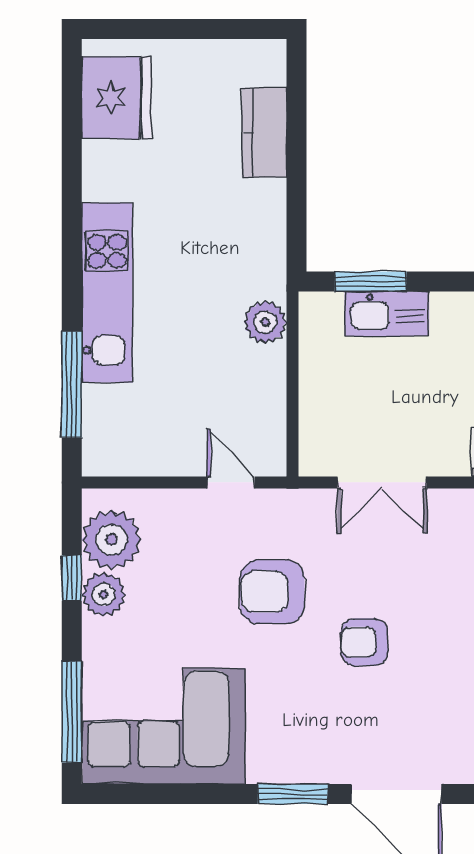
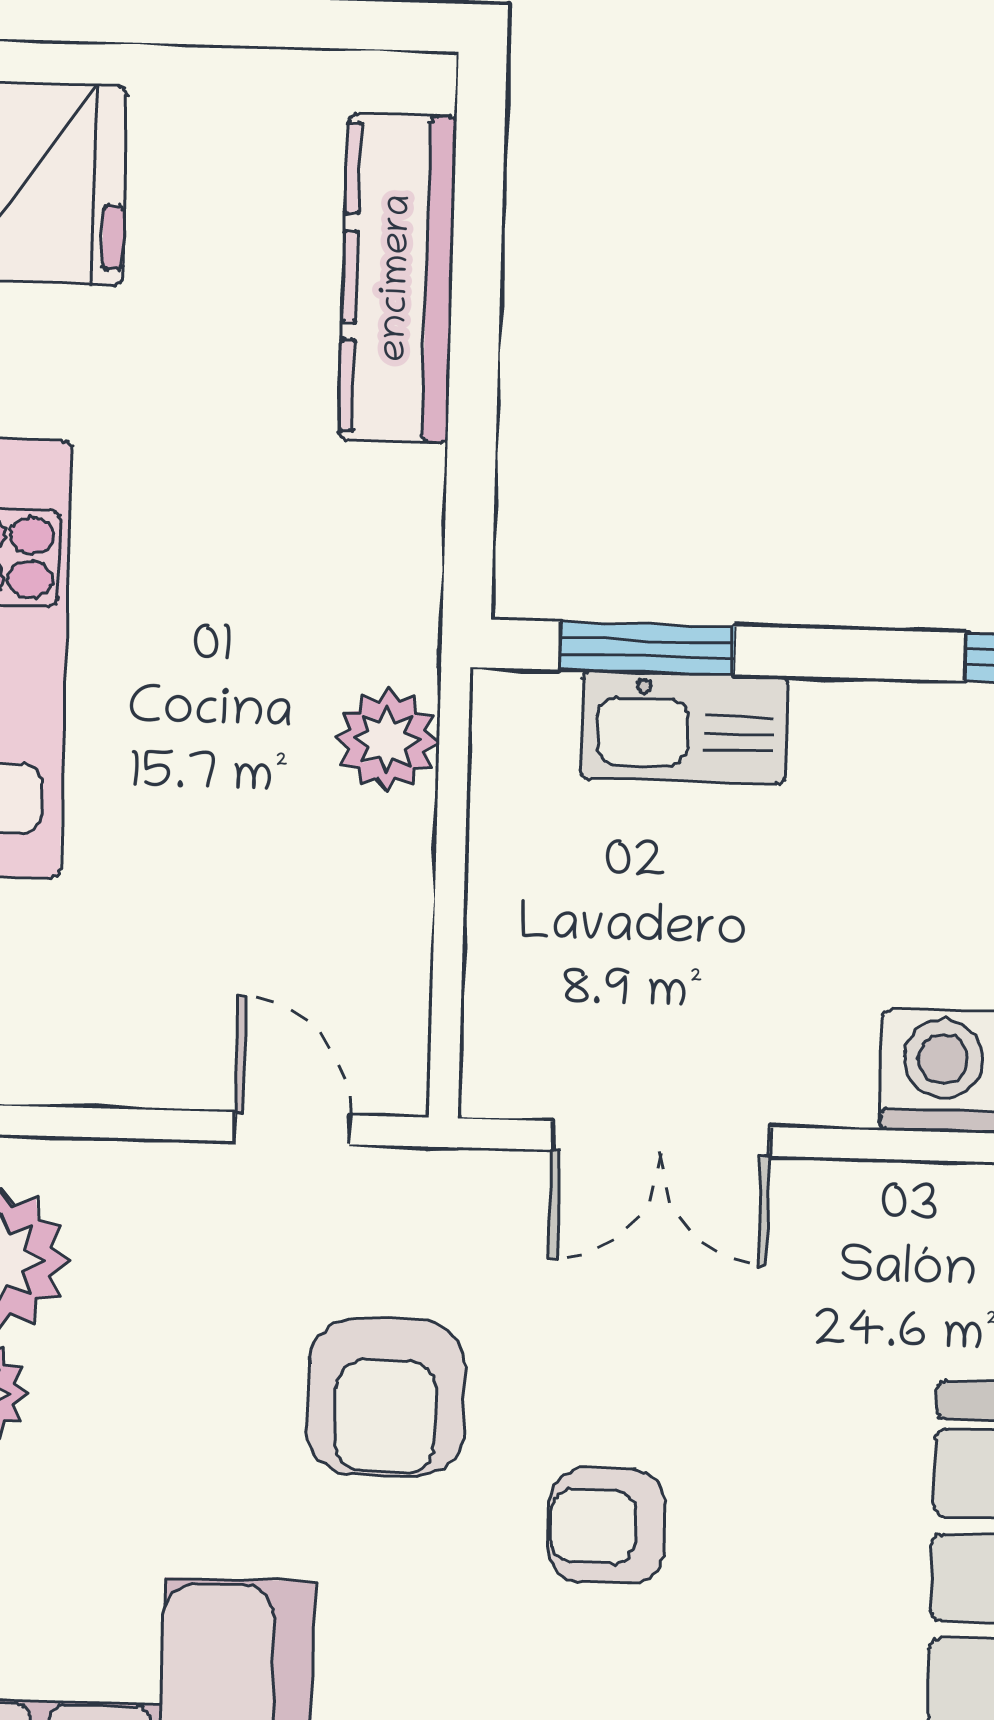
kitchen counter: (264, 132) -> (398, 278), width x1.50
armchair: (272, 592) -> (386, 1397), turned -90

